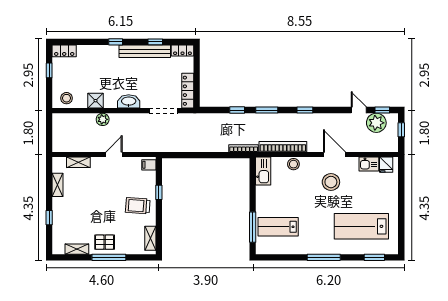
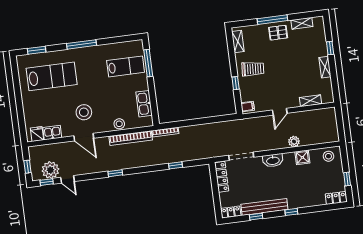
window: (267, 110) -> (149, 169), removed
kitchen sink: (263, 171) -> (144, 104), moved
shelving: (58, 185) -> (325, 67), moved

